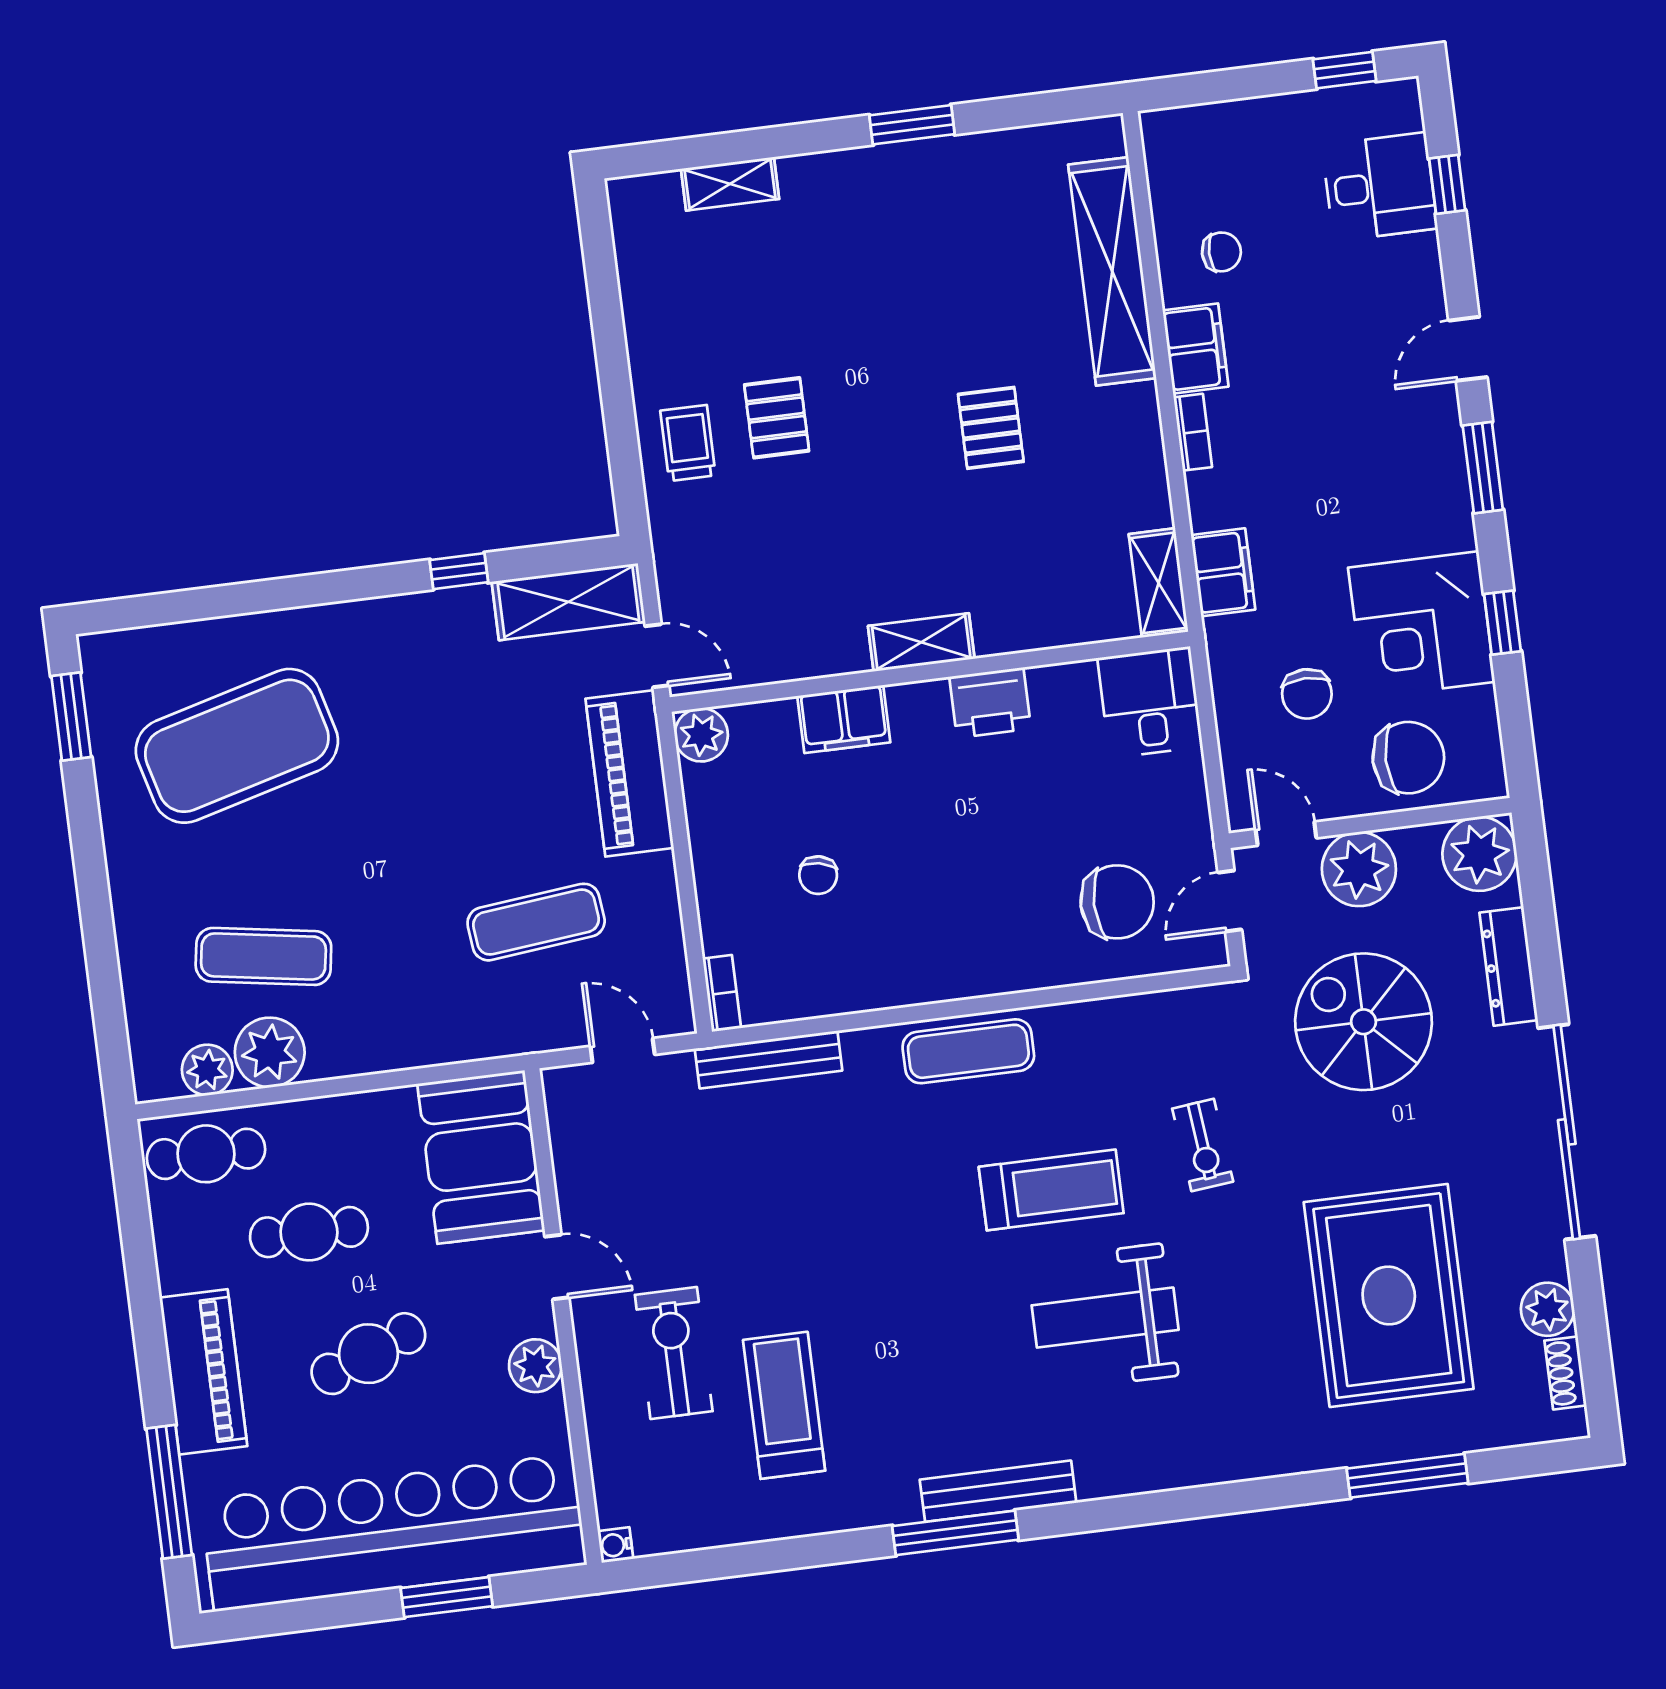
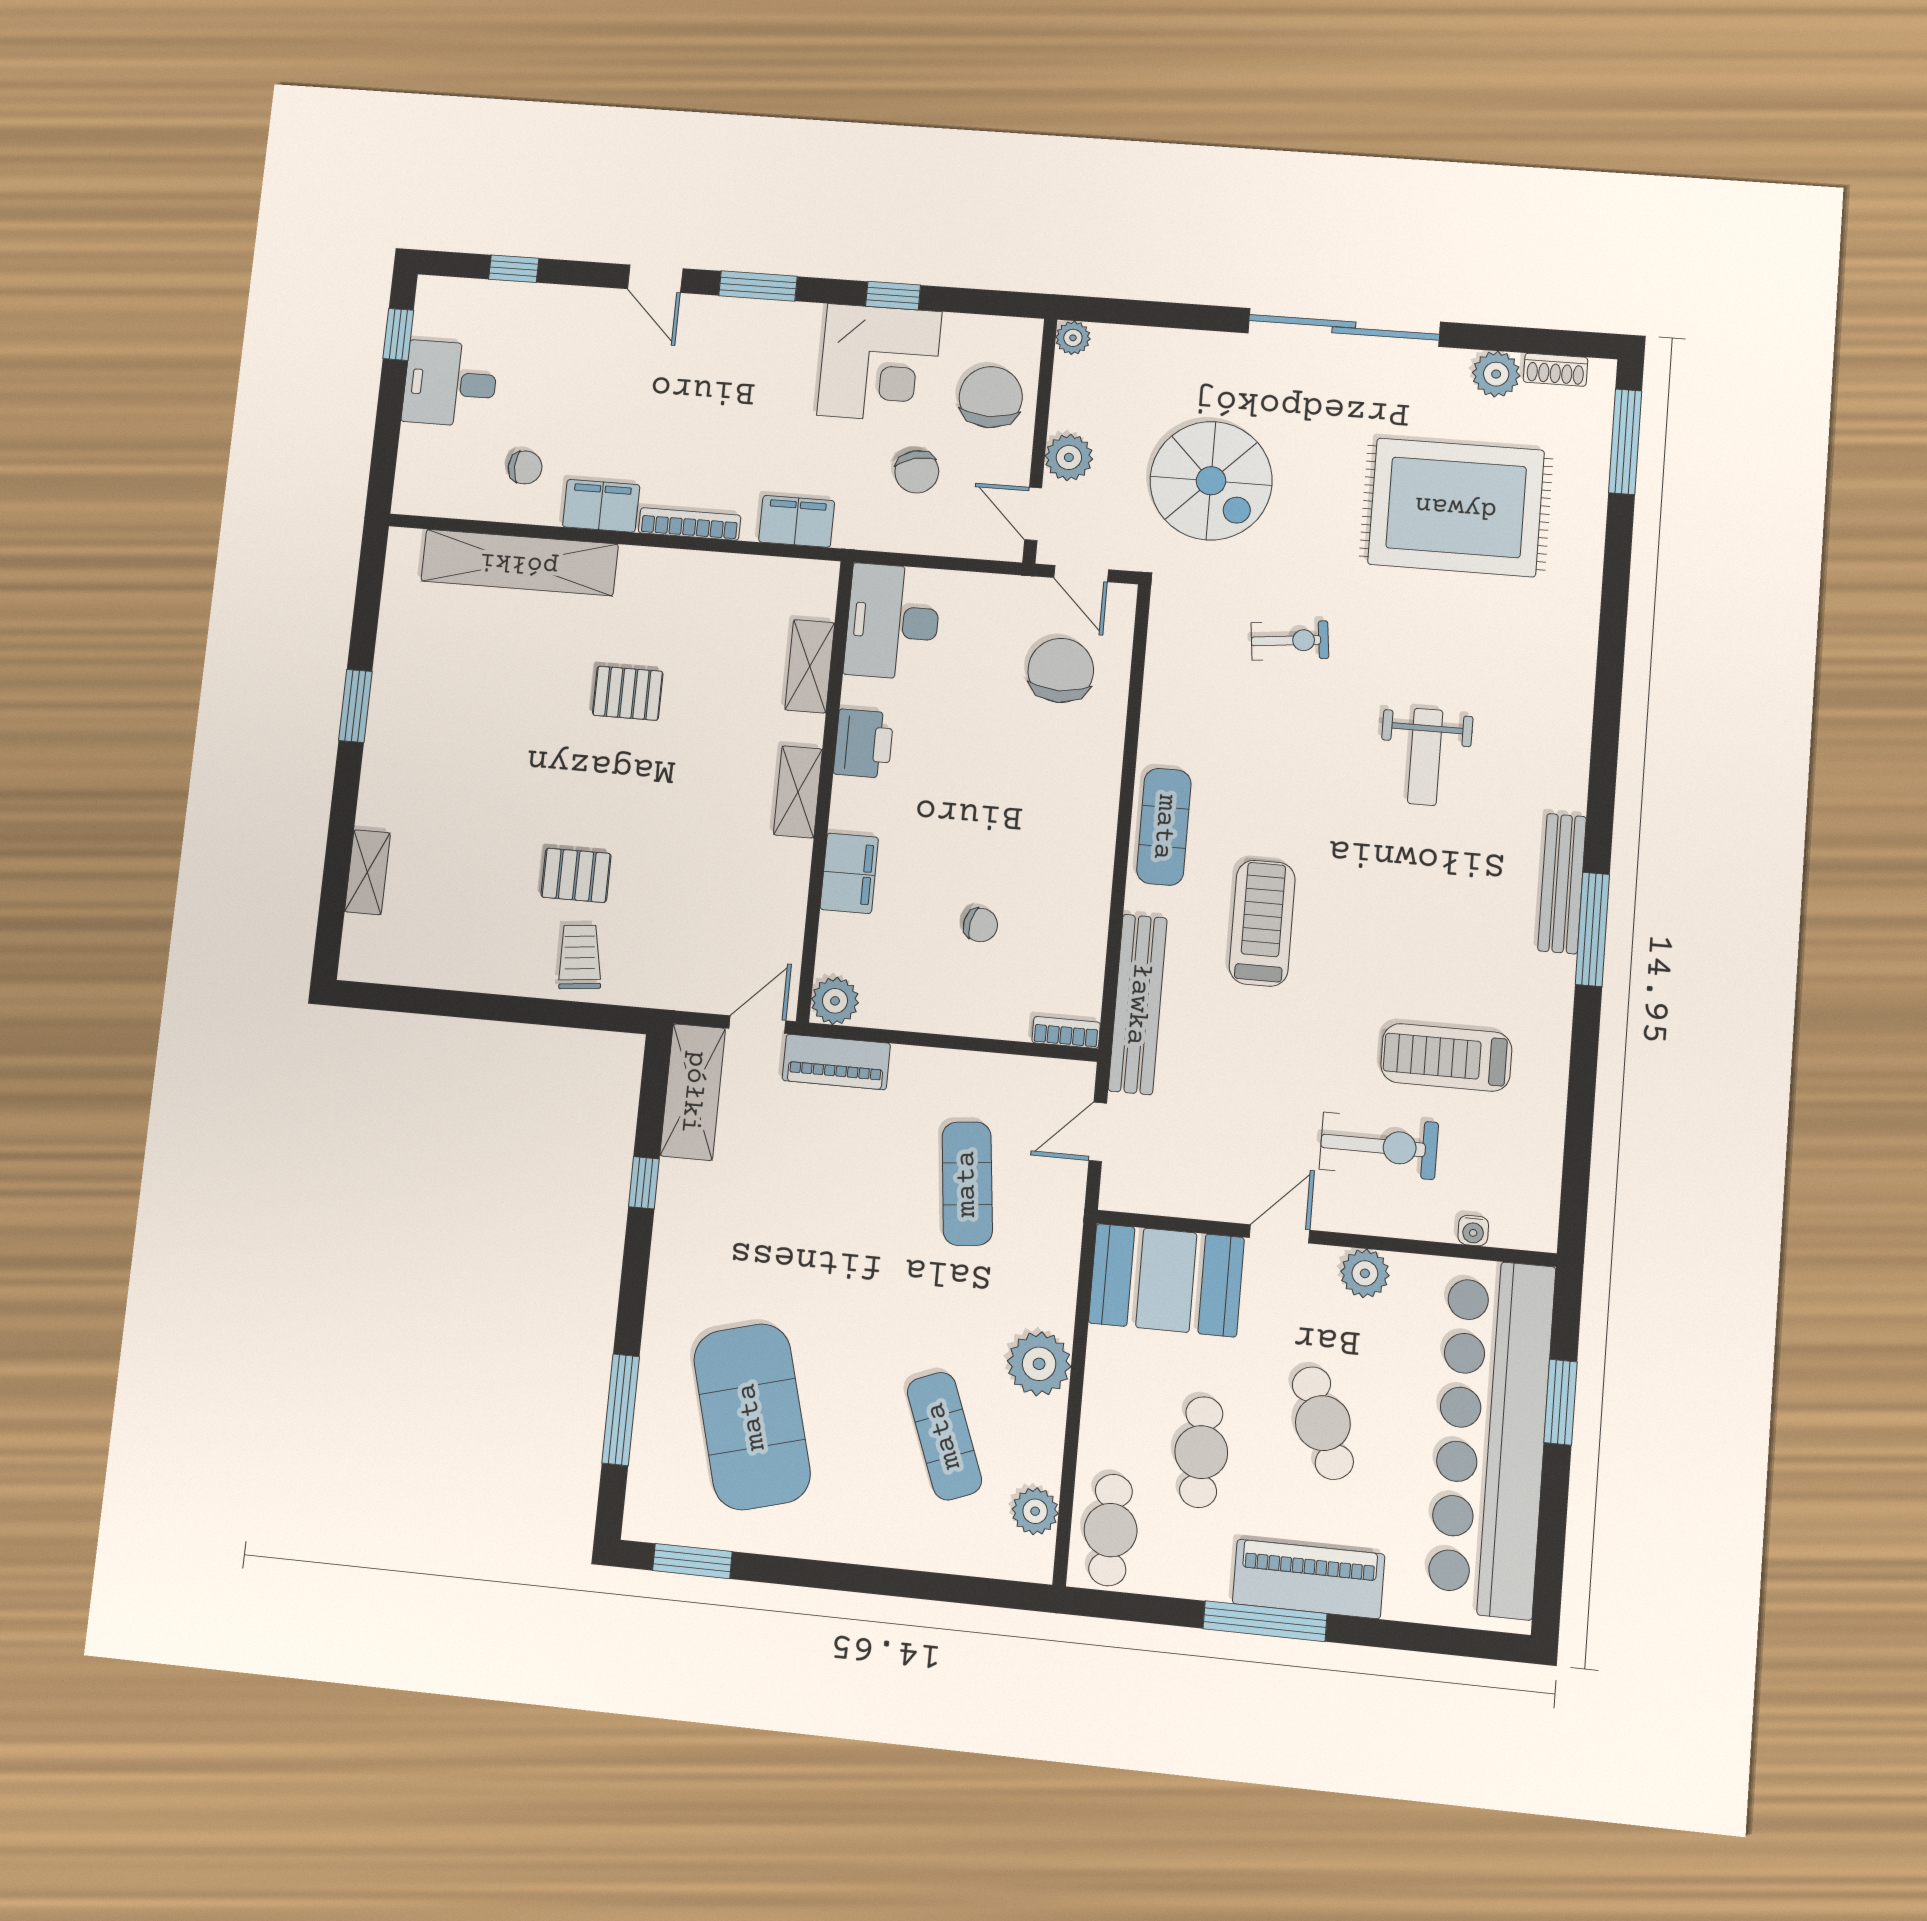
desk: (1380, 187) -> (450, 384), moved, turned -90
chair: (1221, 252) -> (525, 467), turned 90
bookcase: (1193, 432) -> (690, 524), width x1.56
trolley: (688, 443) -> (580, 957), turned 84
shelving: (1159, 583) -> (810, 666), moved, turned 90
window: (212, 602) -> (621, 1410), added
chair: (1307, 694) -> (917, 472), turned 76
desk: (1150, 702) -> (893, 622), width x1.37
piano: (630, 773) -> (836, 1062), width x0.73, depth x0.75
door: (1286, 834) -> (1033, 514), hinge flipped
plant: (1479, 854) -> (1073, 338), width x0.53, depth x0.53
plant: (1359, 869) -> (1069, 457), width x0.73, depth x0.73
exercise mat: (263, 956) -> (944, 1436), turned -30
dresser: (1509, 966) -> (1189, 348), removed
spiral stairs: (1363, 1022) -> (1211, 481), turned -90
plant: (270, 1052) -> (1039, 1364), moved
bench: (769, 1060) -> (1138, 1004), width x1.37, depth x1.21
treadmill: (1051, 1190) -> (1262, 923), moved
weight bench: (1105, 1318) -> (1425, 757), width x0.73, depth x0.75
exercise bike: (674, 1353) -> (1379, 1146), turned 180
window: (1407, 1476) -> (1625, 442), moved
window: (169, 1492) -> (1265, 1621), moved
water cooler: (615, 1545) -> (1473, 1231), moved

